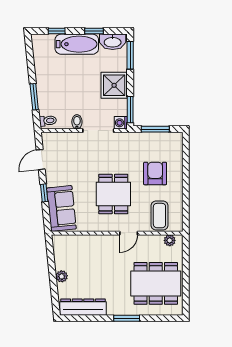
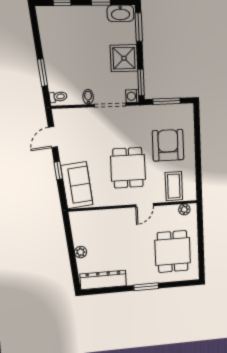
bathtub: (77, 44) -> (84, 16), removed
armchair: (155, 173) -> (168, 145), width x1.36, depth x1.36
dining table: (156, 283) -> (173, 252), width x0.73

